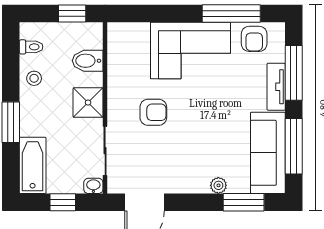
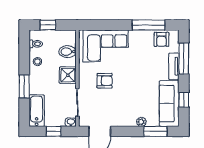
window: (72, 13) -> (48, 25), moved
corner sofa: (190, 50) -> (106, 46), moved
window: (294, 146) -> (184, 100), width x0.46

